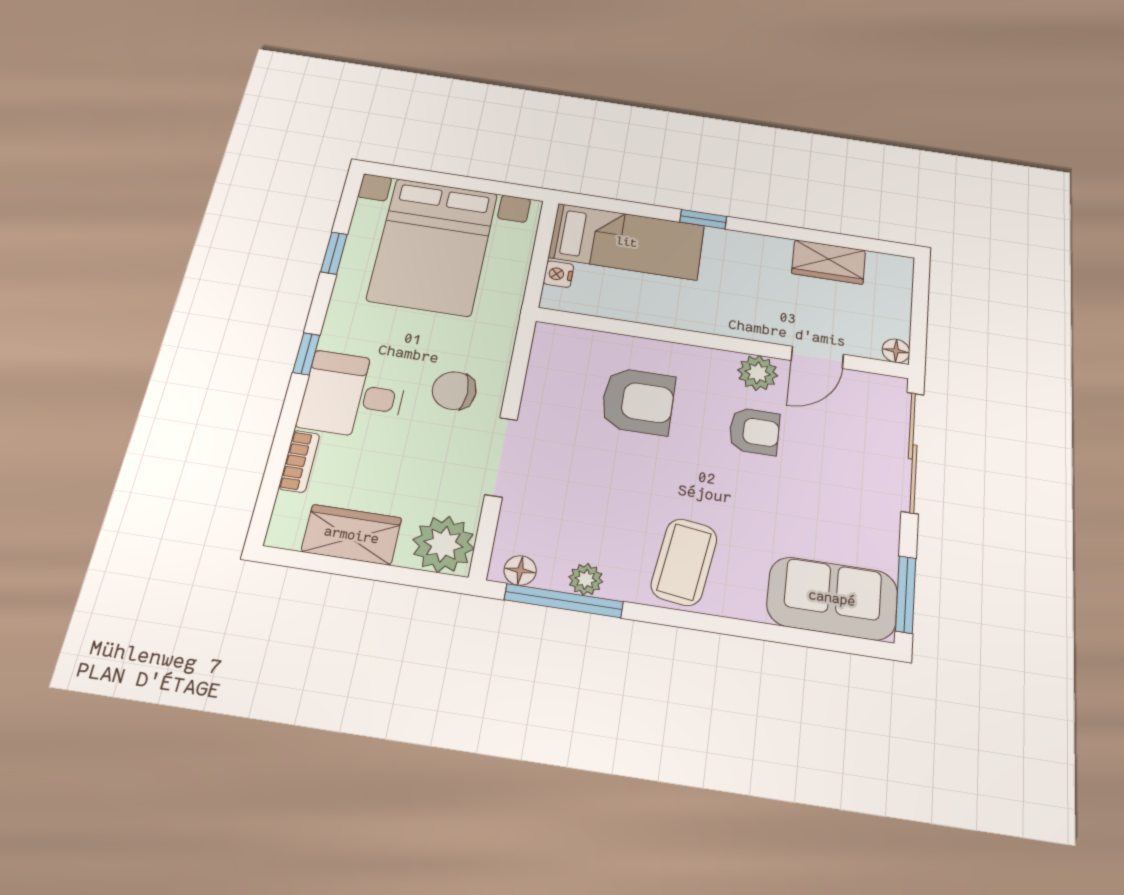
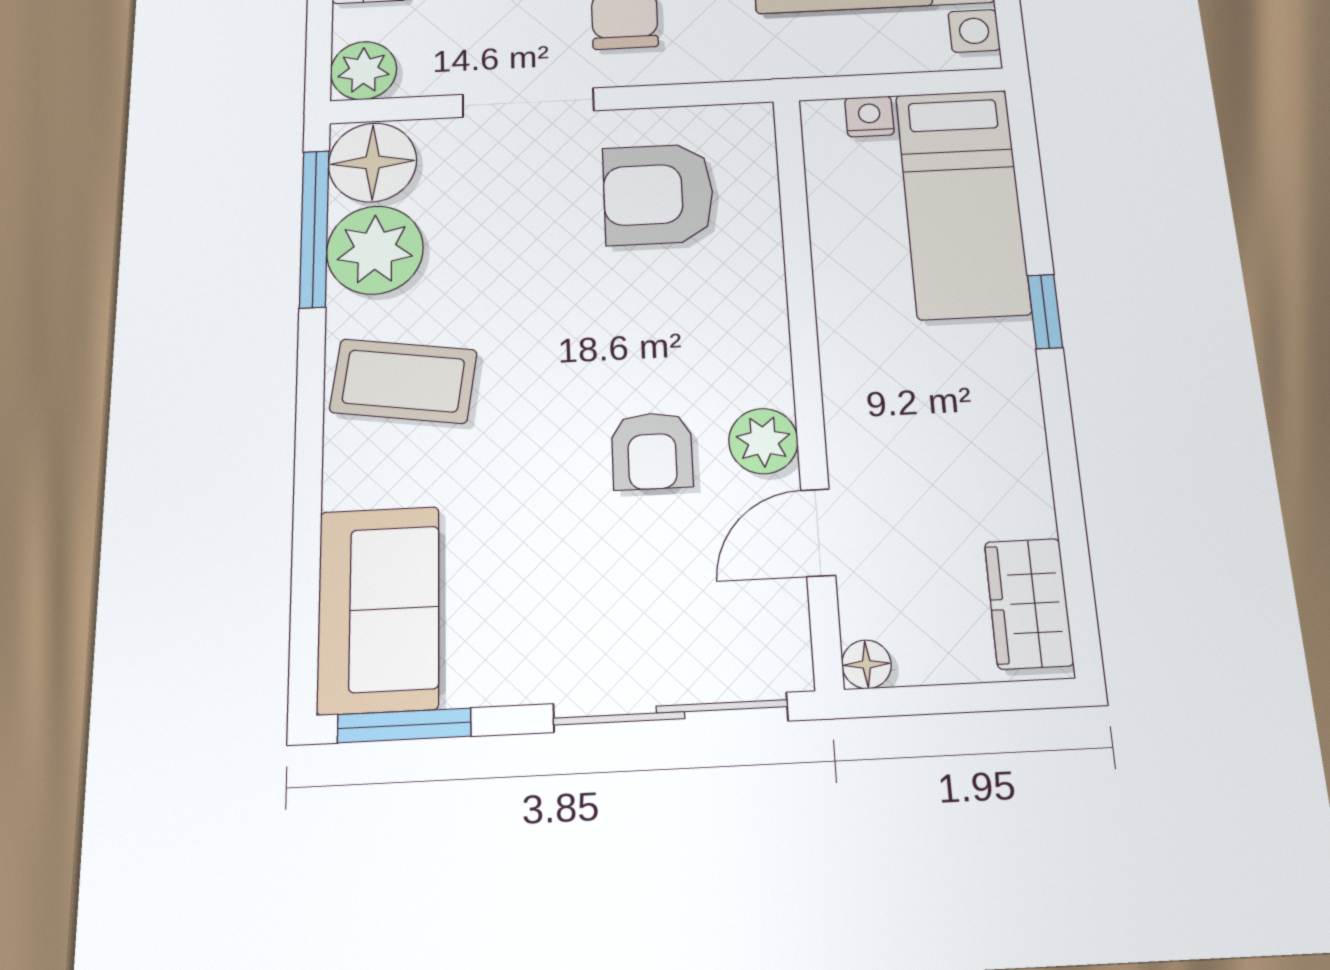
wardrobe: (829, 262) -> (1029, 603), moved
door: (817, 357) -> (818, 533), hinge flipped
armchair: (638, 401) -> (658, 194), moved, turned 90
plant: (443, 544) -> (364, 71), width x0.73, depth x0.73
floor lamp: (520, 570) -> (373, 162), width x1.89, depth x1.89
plant: (586, 579) -> (375, 250), width x1.88, depth x1.88

